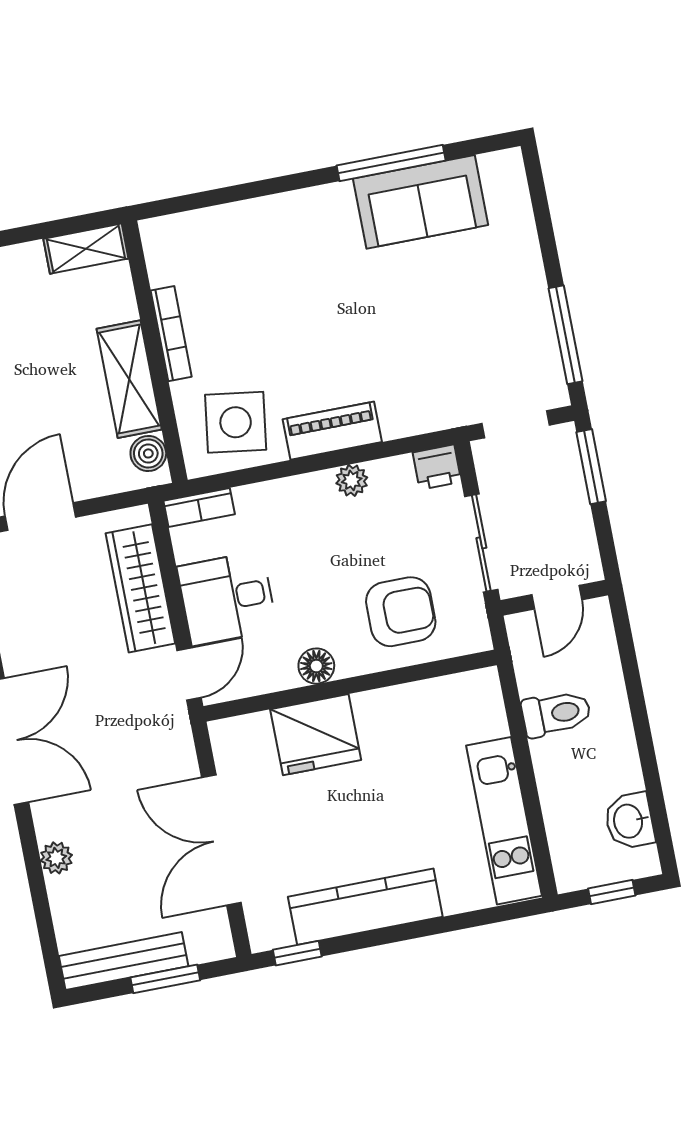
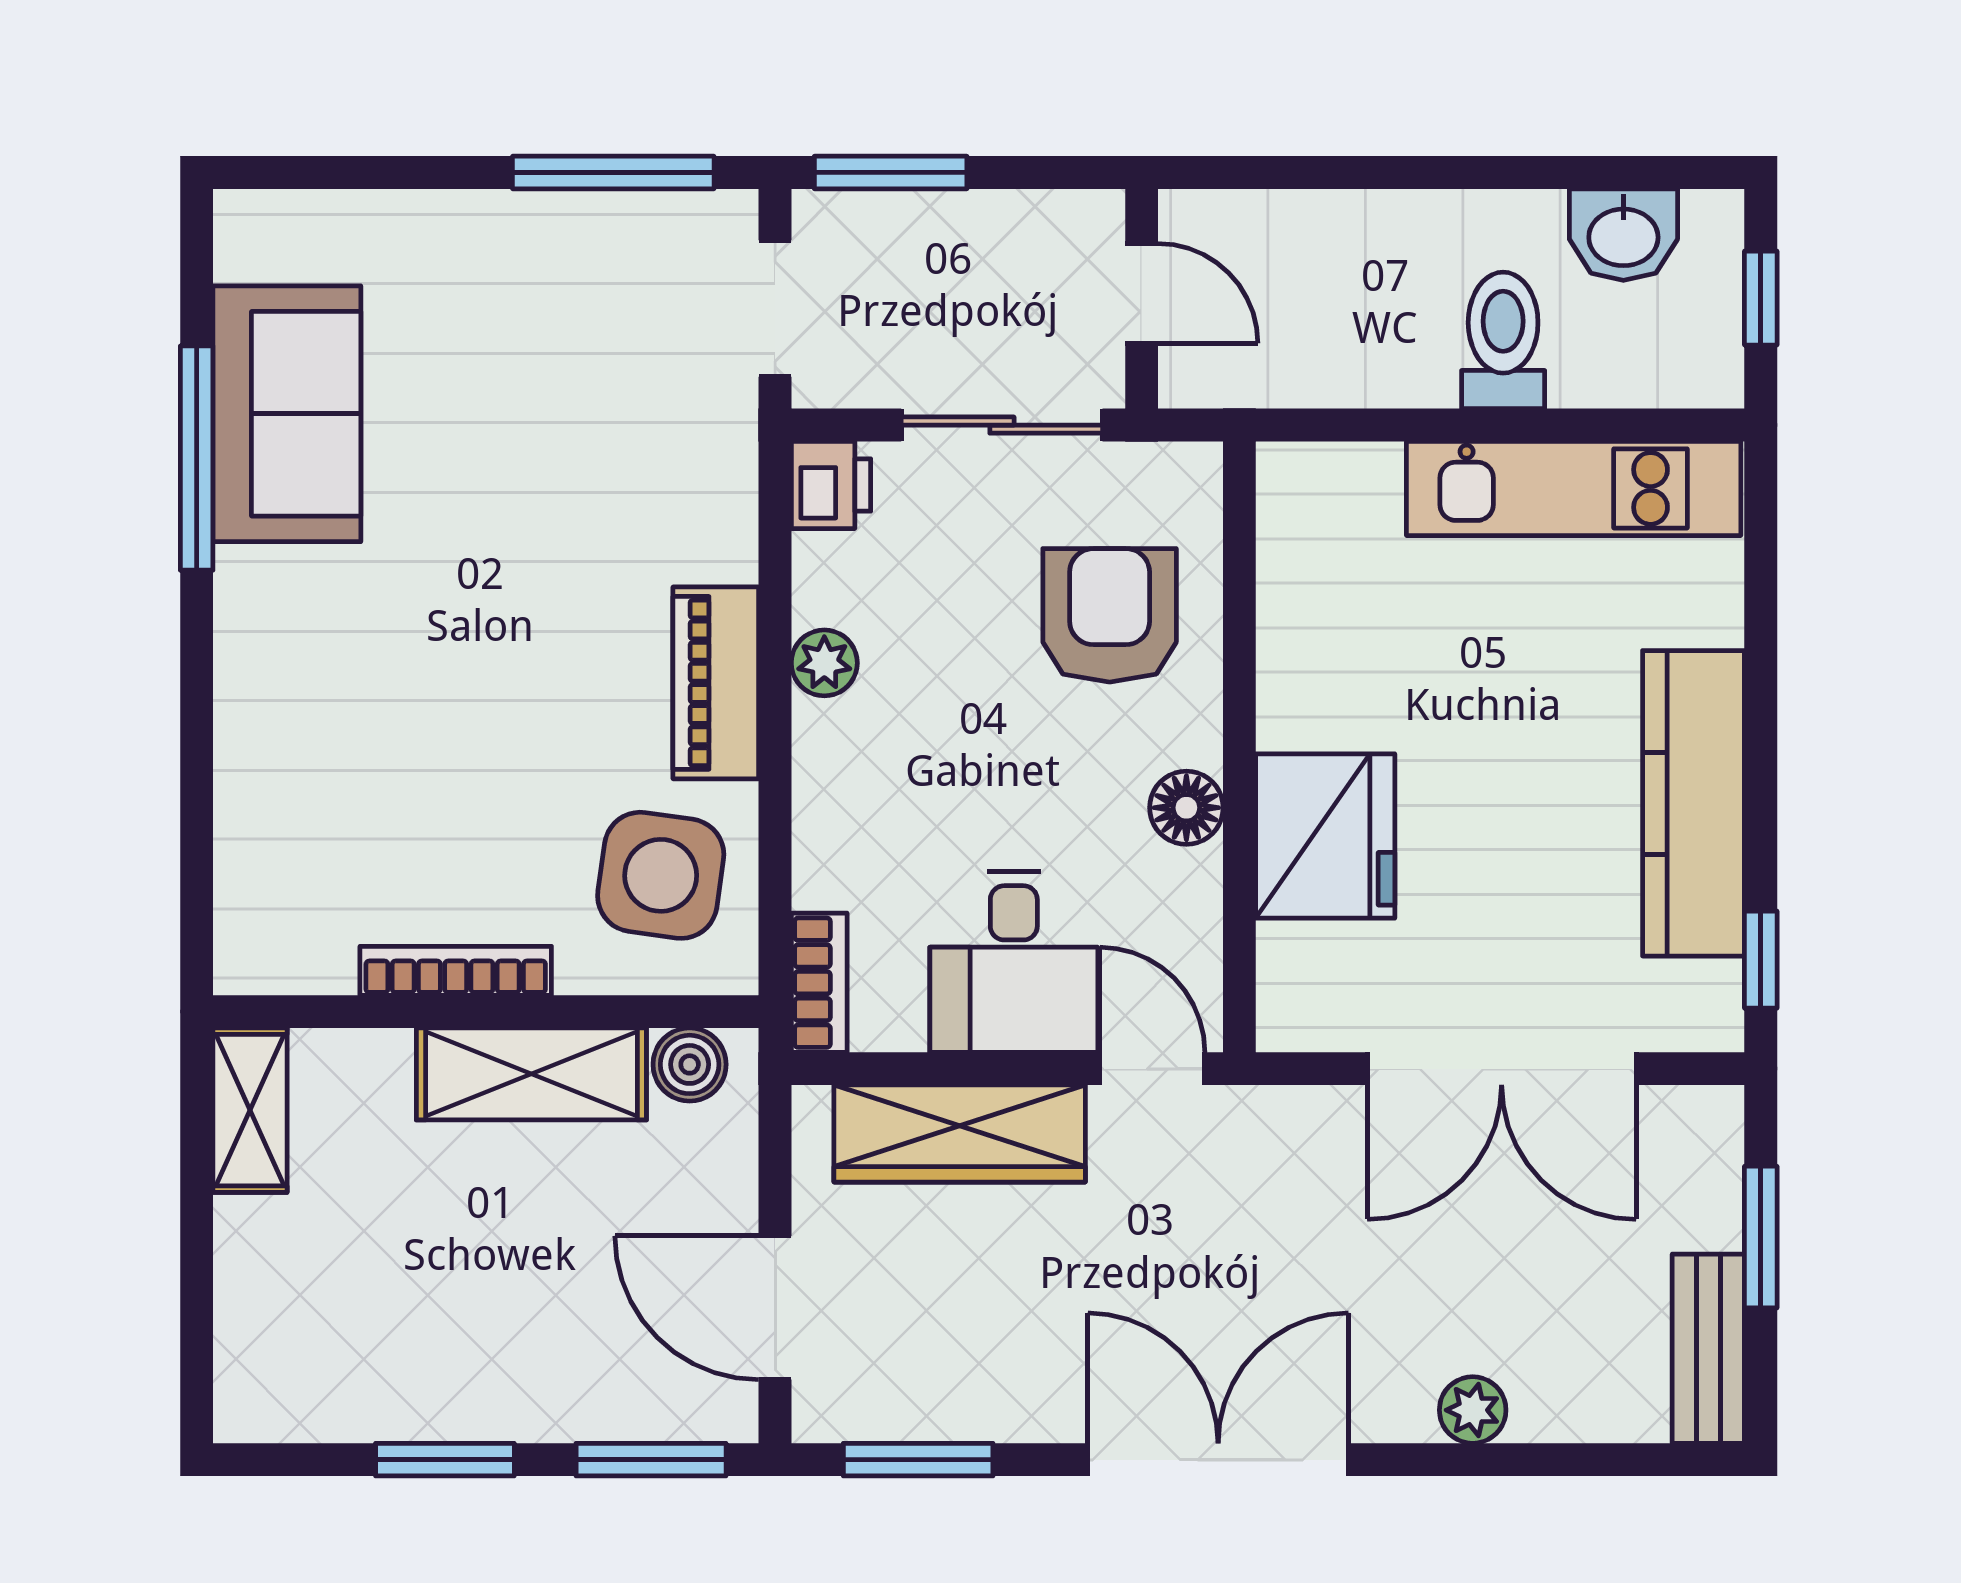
toilet: (556, 714) -> (1503, 340), moved
bench: (124, 961) -> (1708, 1349), width x0.73

